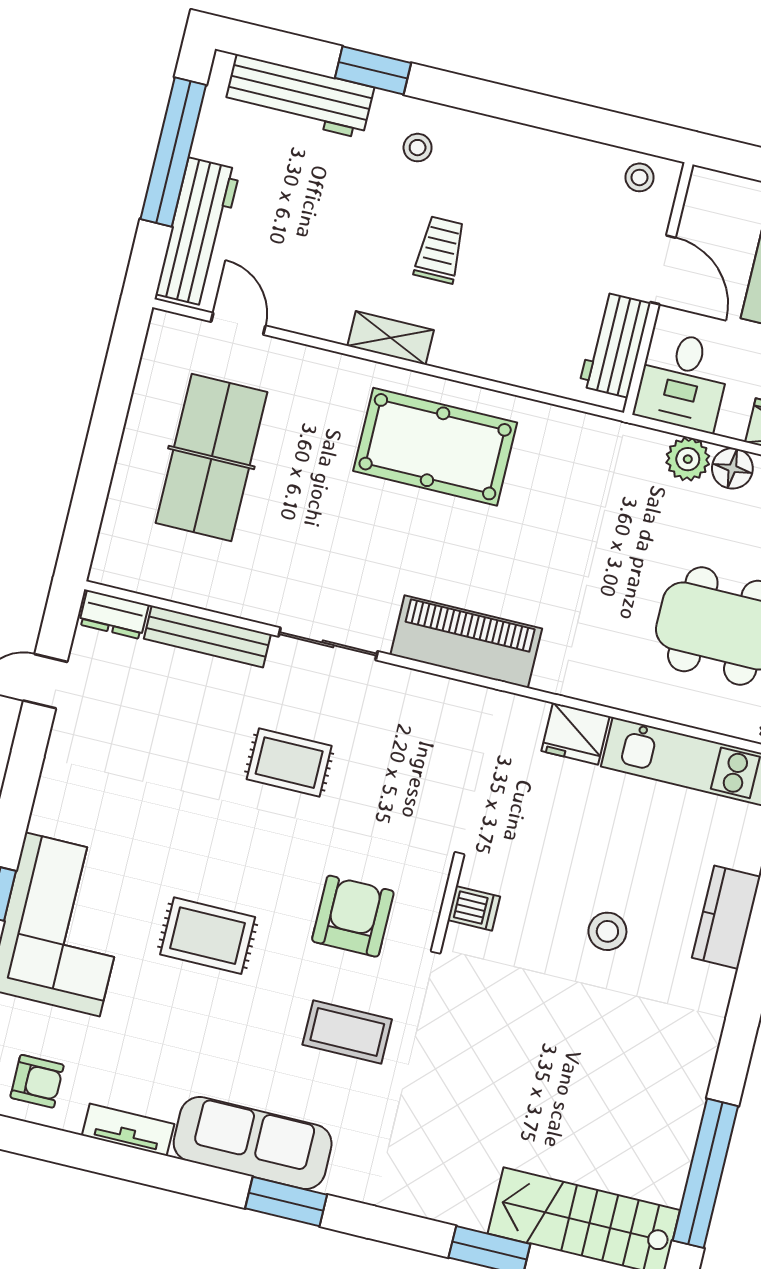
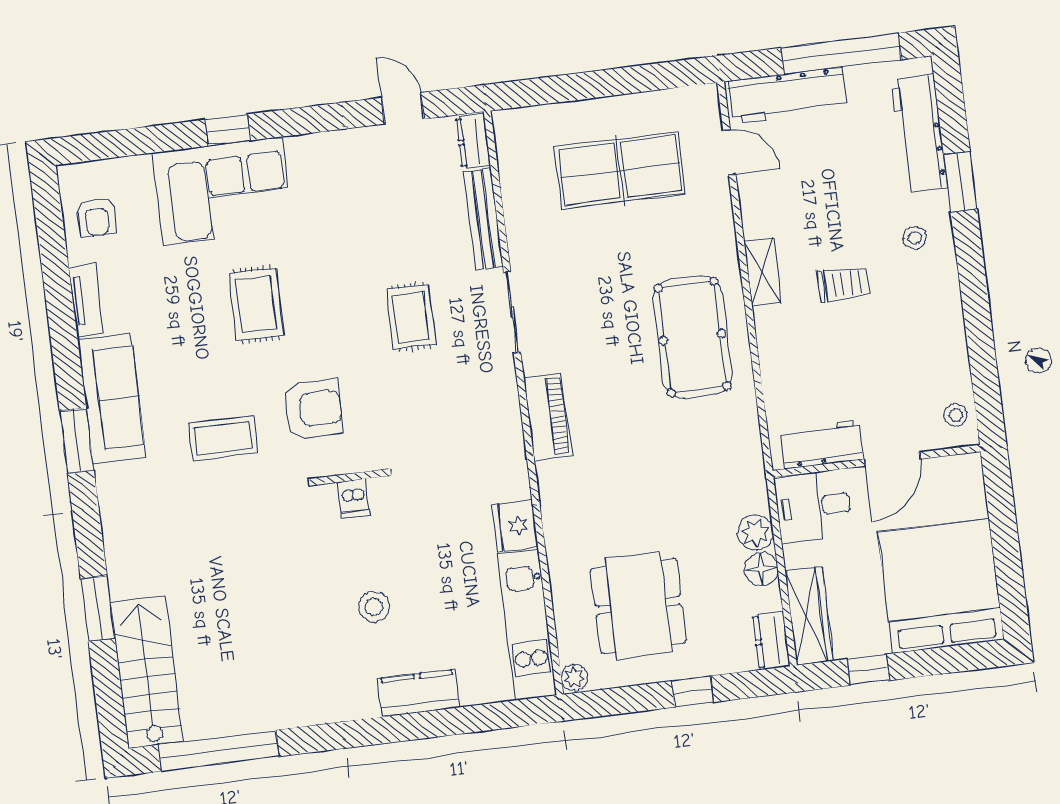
door: (238, 324) -> (729, 152), hinge flipped
piano: (466, 642) -> (547, 417), width x0.73, depth x0.75
coffee table: (347, 1032) -> (223, 438), turned 90

